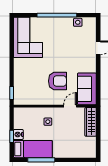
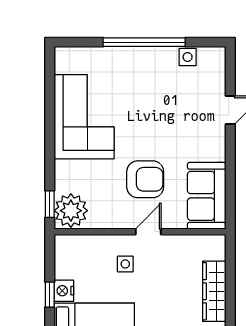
corner sofa: (28, 37) -> (84, 117), moved
plant: (22, 96) -> (71, 211), added
door: (70, 106) -> (148, 232), moved
wardrobe: (91, 122) -> (214, 291), moved

